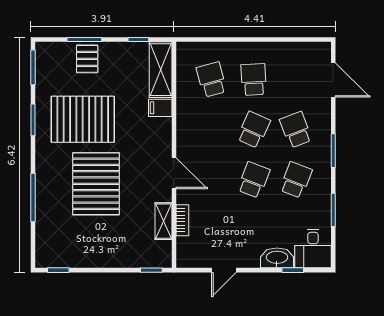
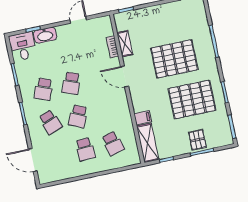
pallet: (96, 184) -> (174, 59), turned 90

